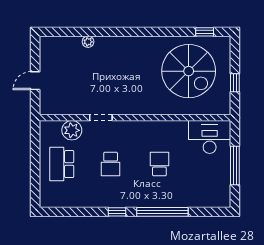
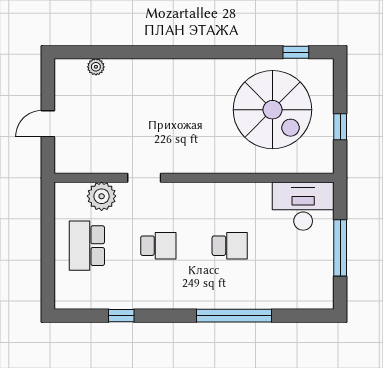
plant: (88, 42) -> (96, 67), moved
school desk: (111, 164) -> (158, 246), turned -90
school desk: (159, 164) -> (230, 246), turned 90
window: (117, 212) -> (121, 316), moved

